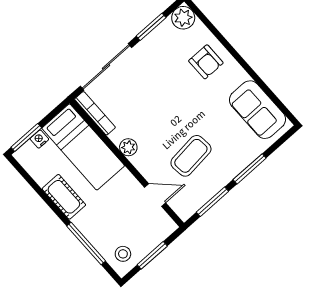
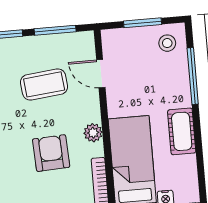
armchair: (148, 109) -> (51, 153), added

